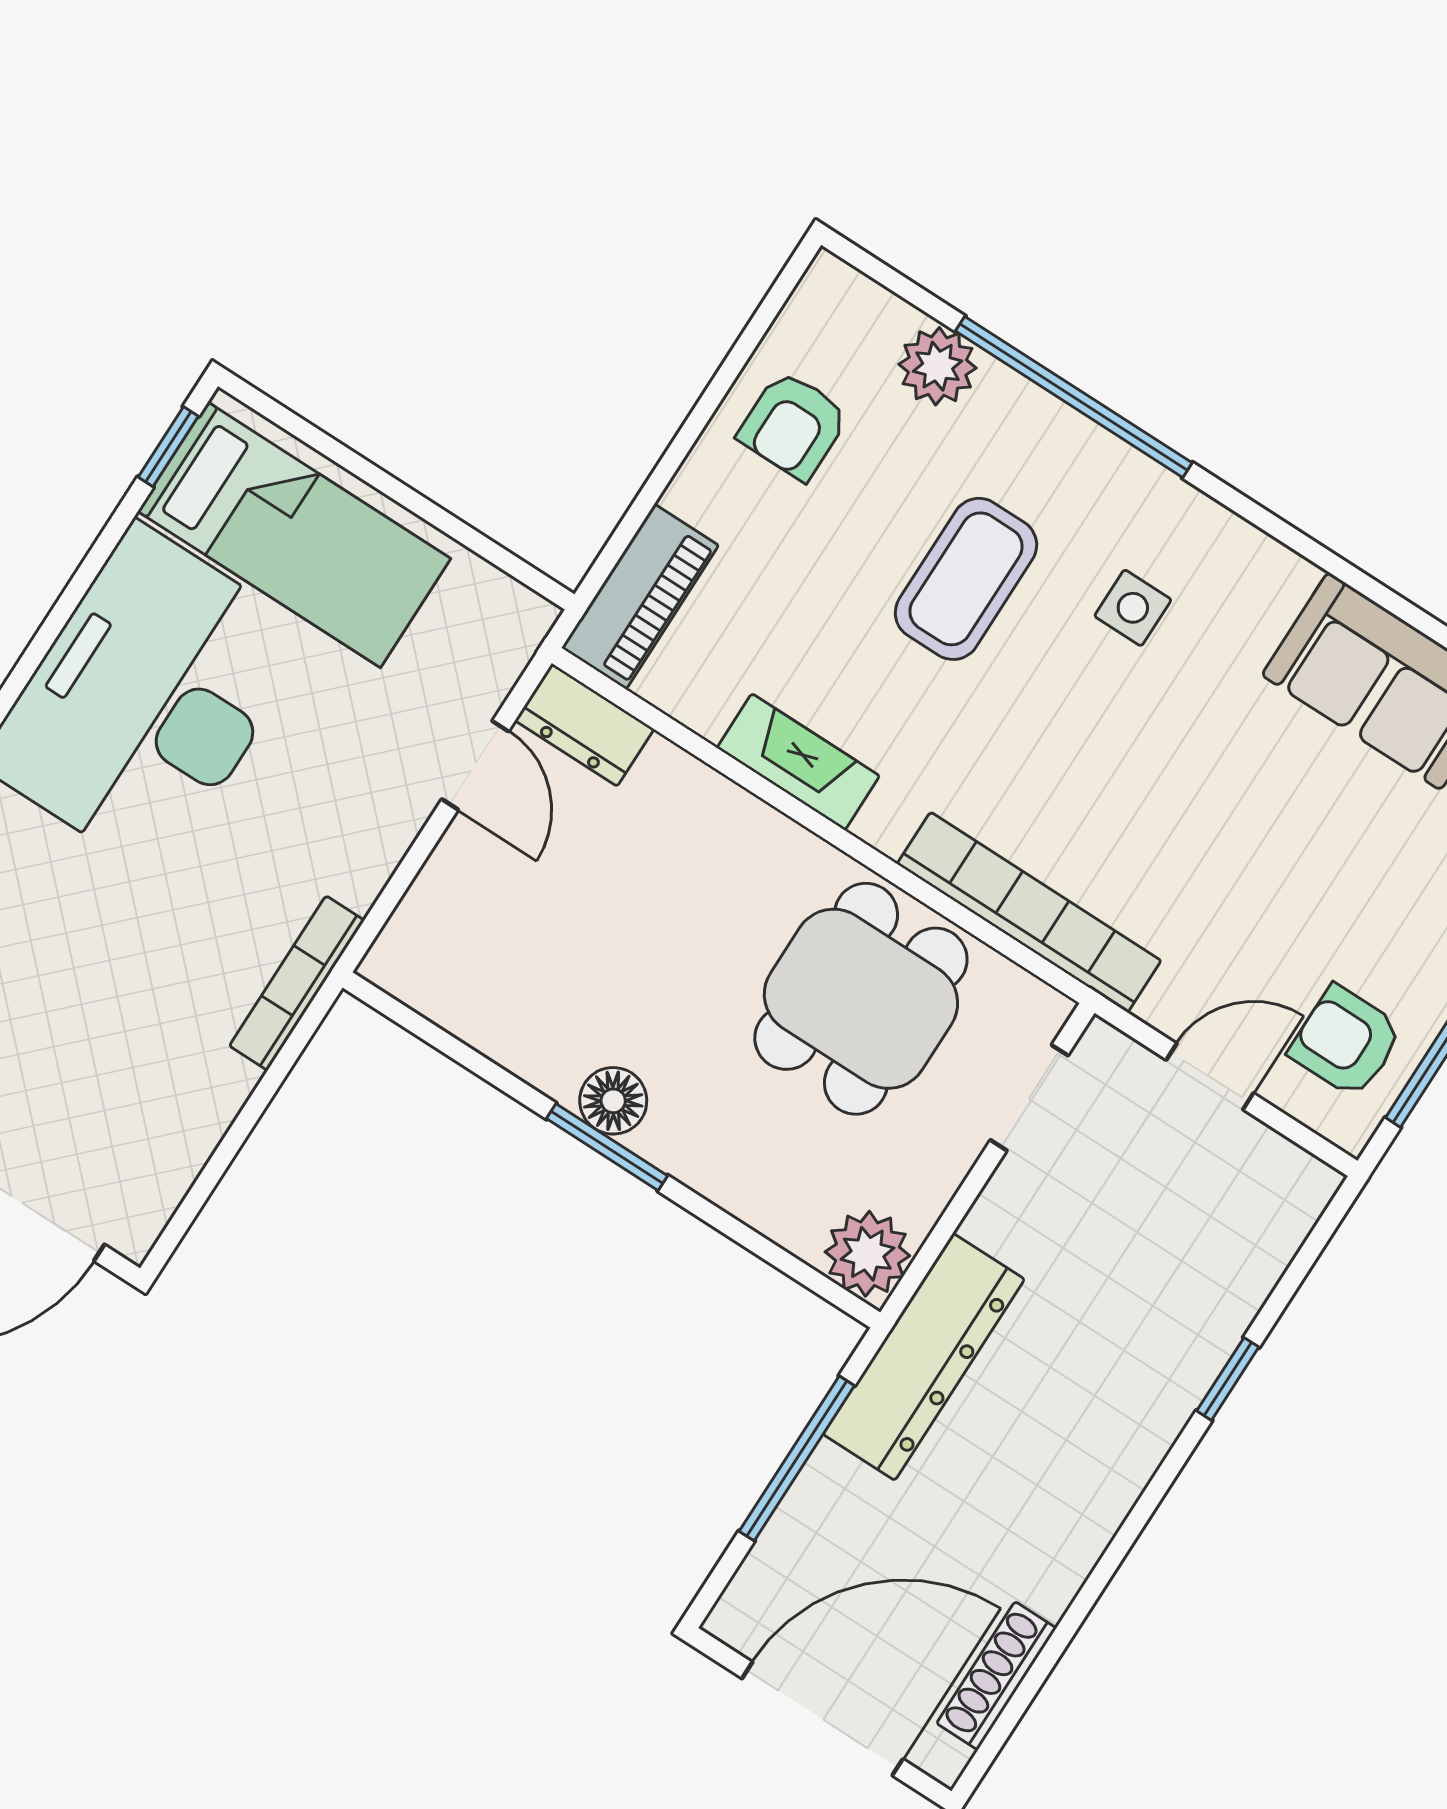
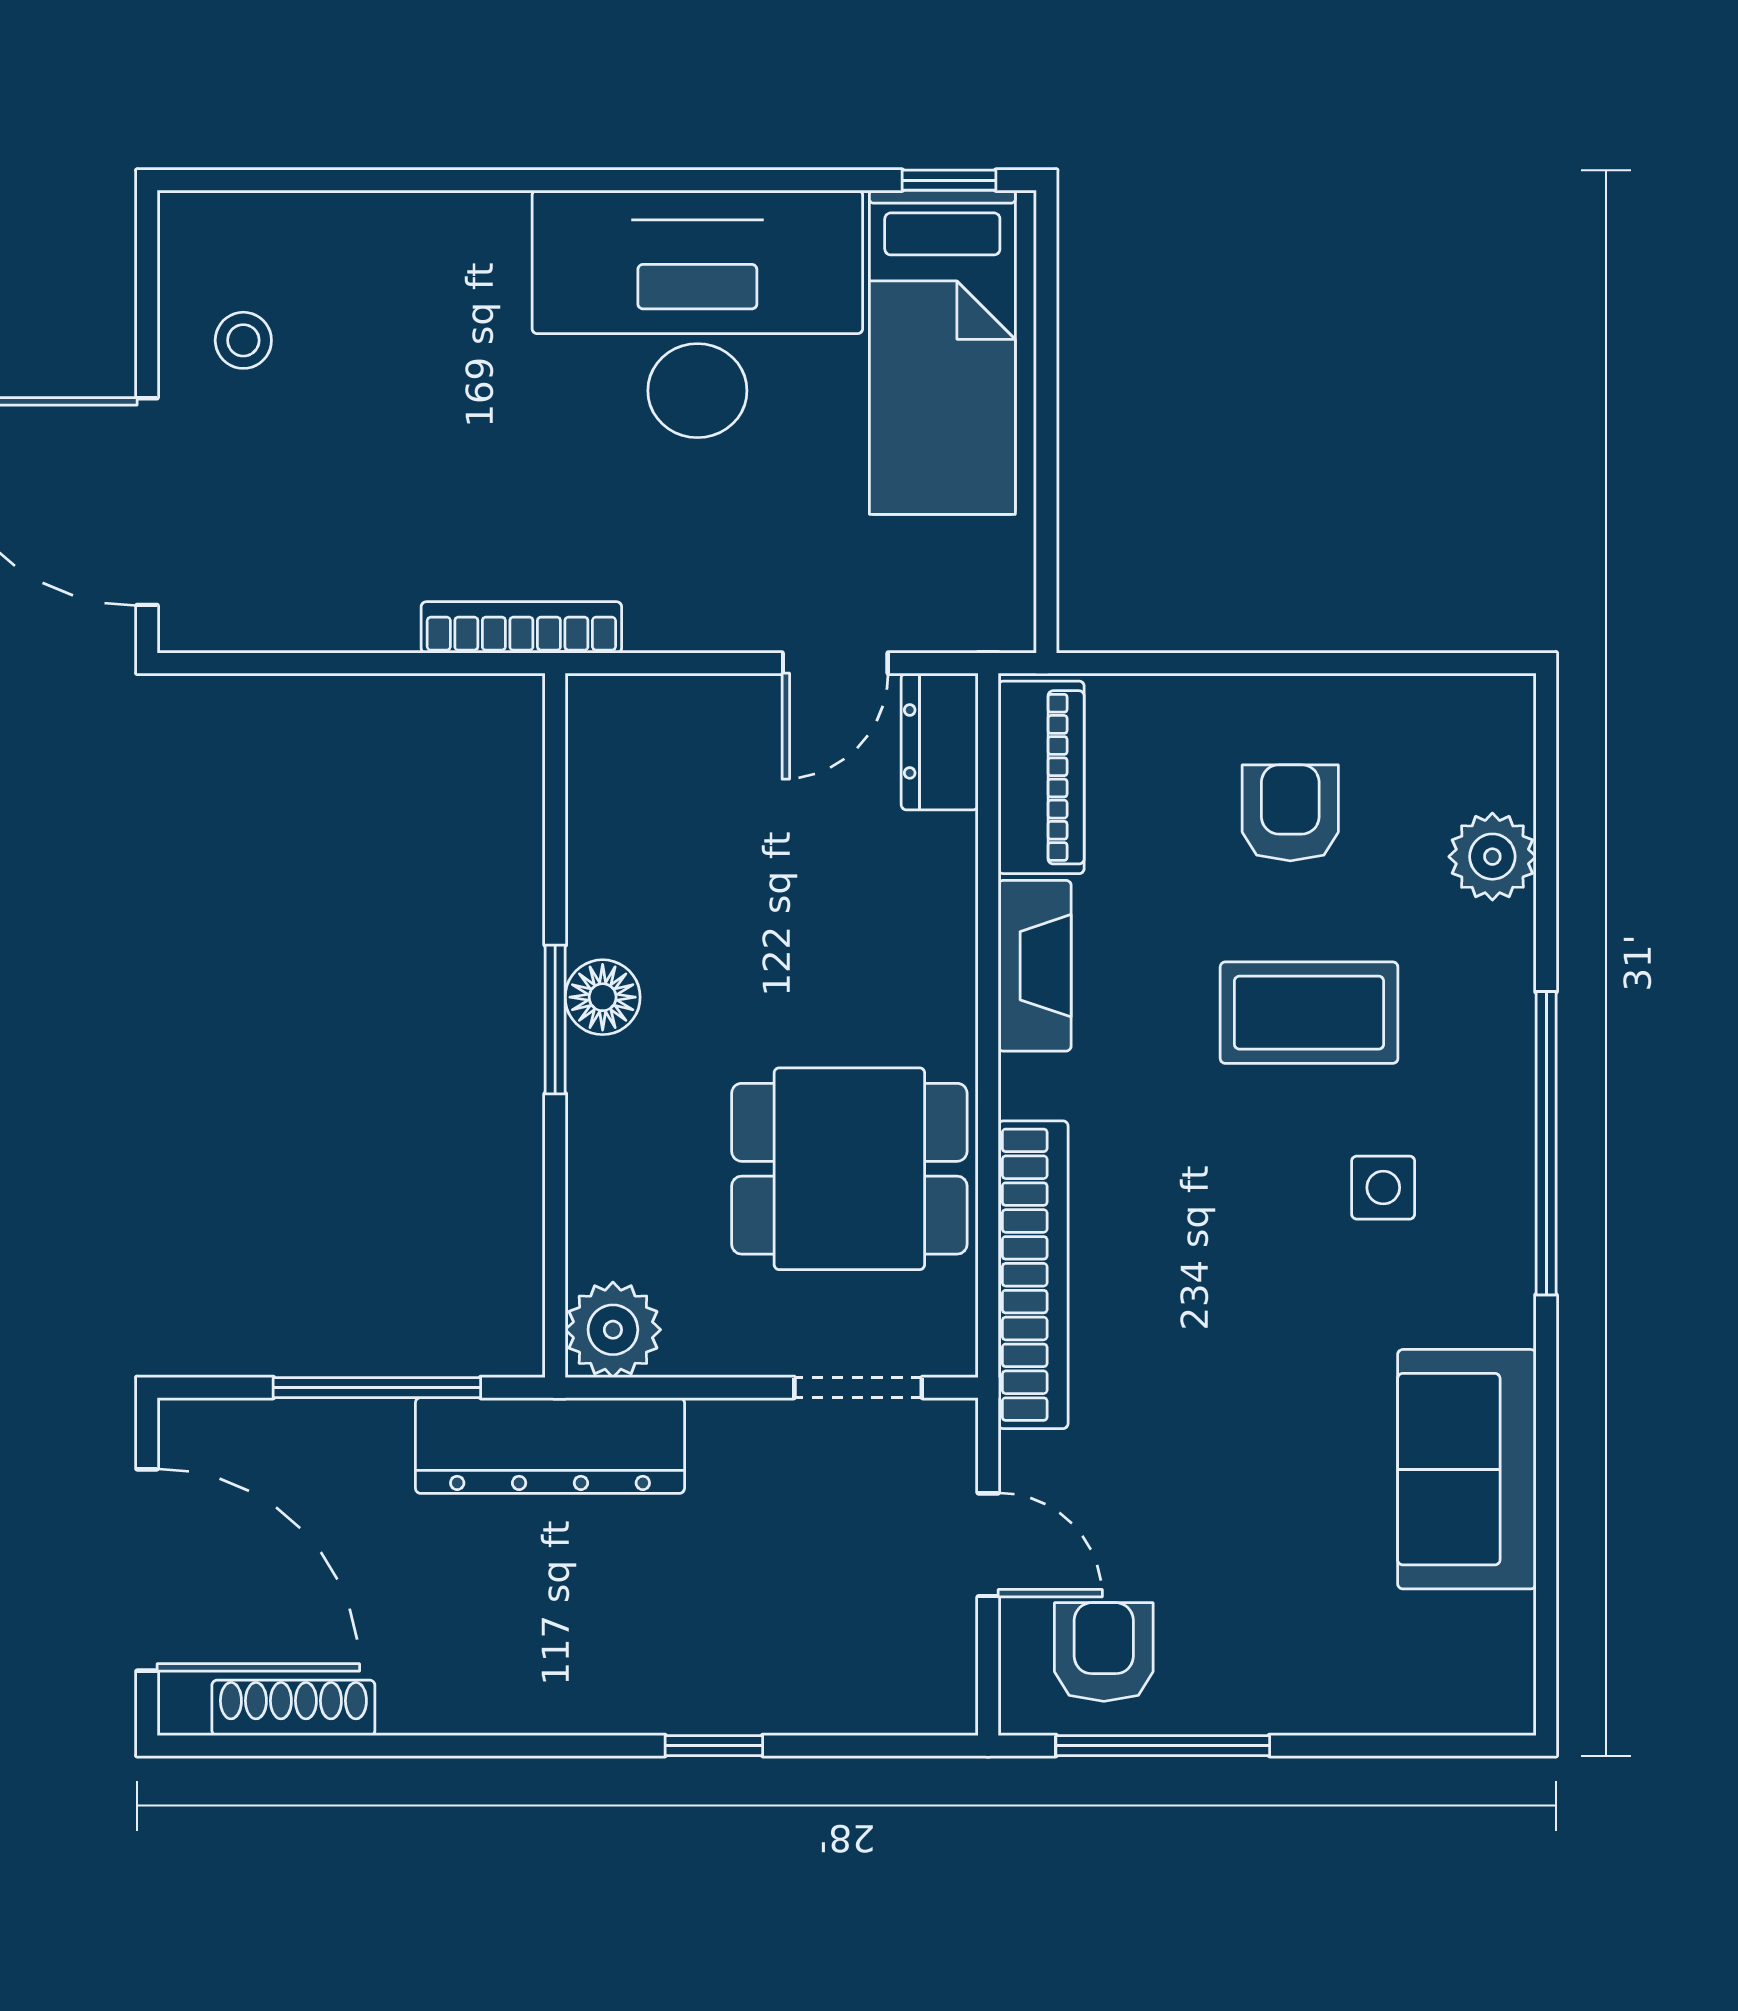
window: (1074, 397) -> (1546, 1143), moved
armchair: (793, 425) -> (1290, 813), moved, turned 90
piano: (640, 597) -> (1041, 777), moved, turned -90

